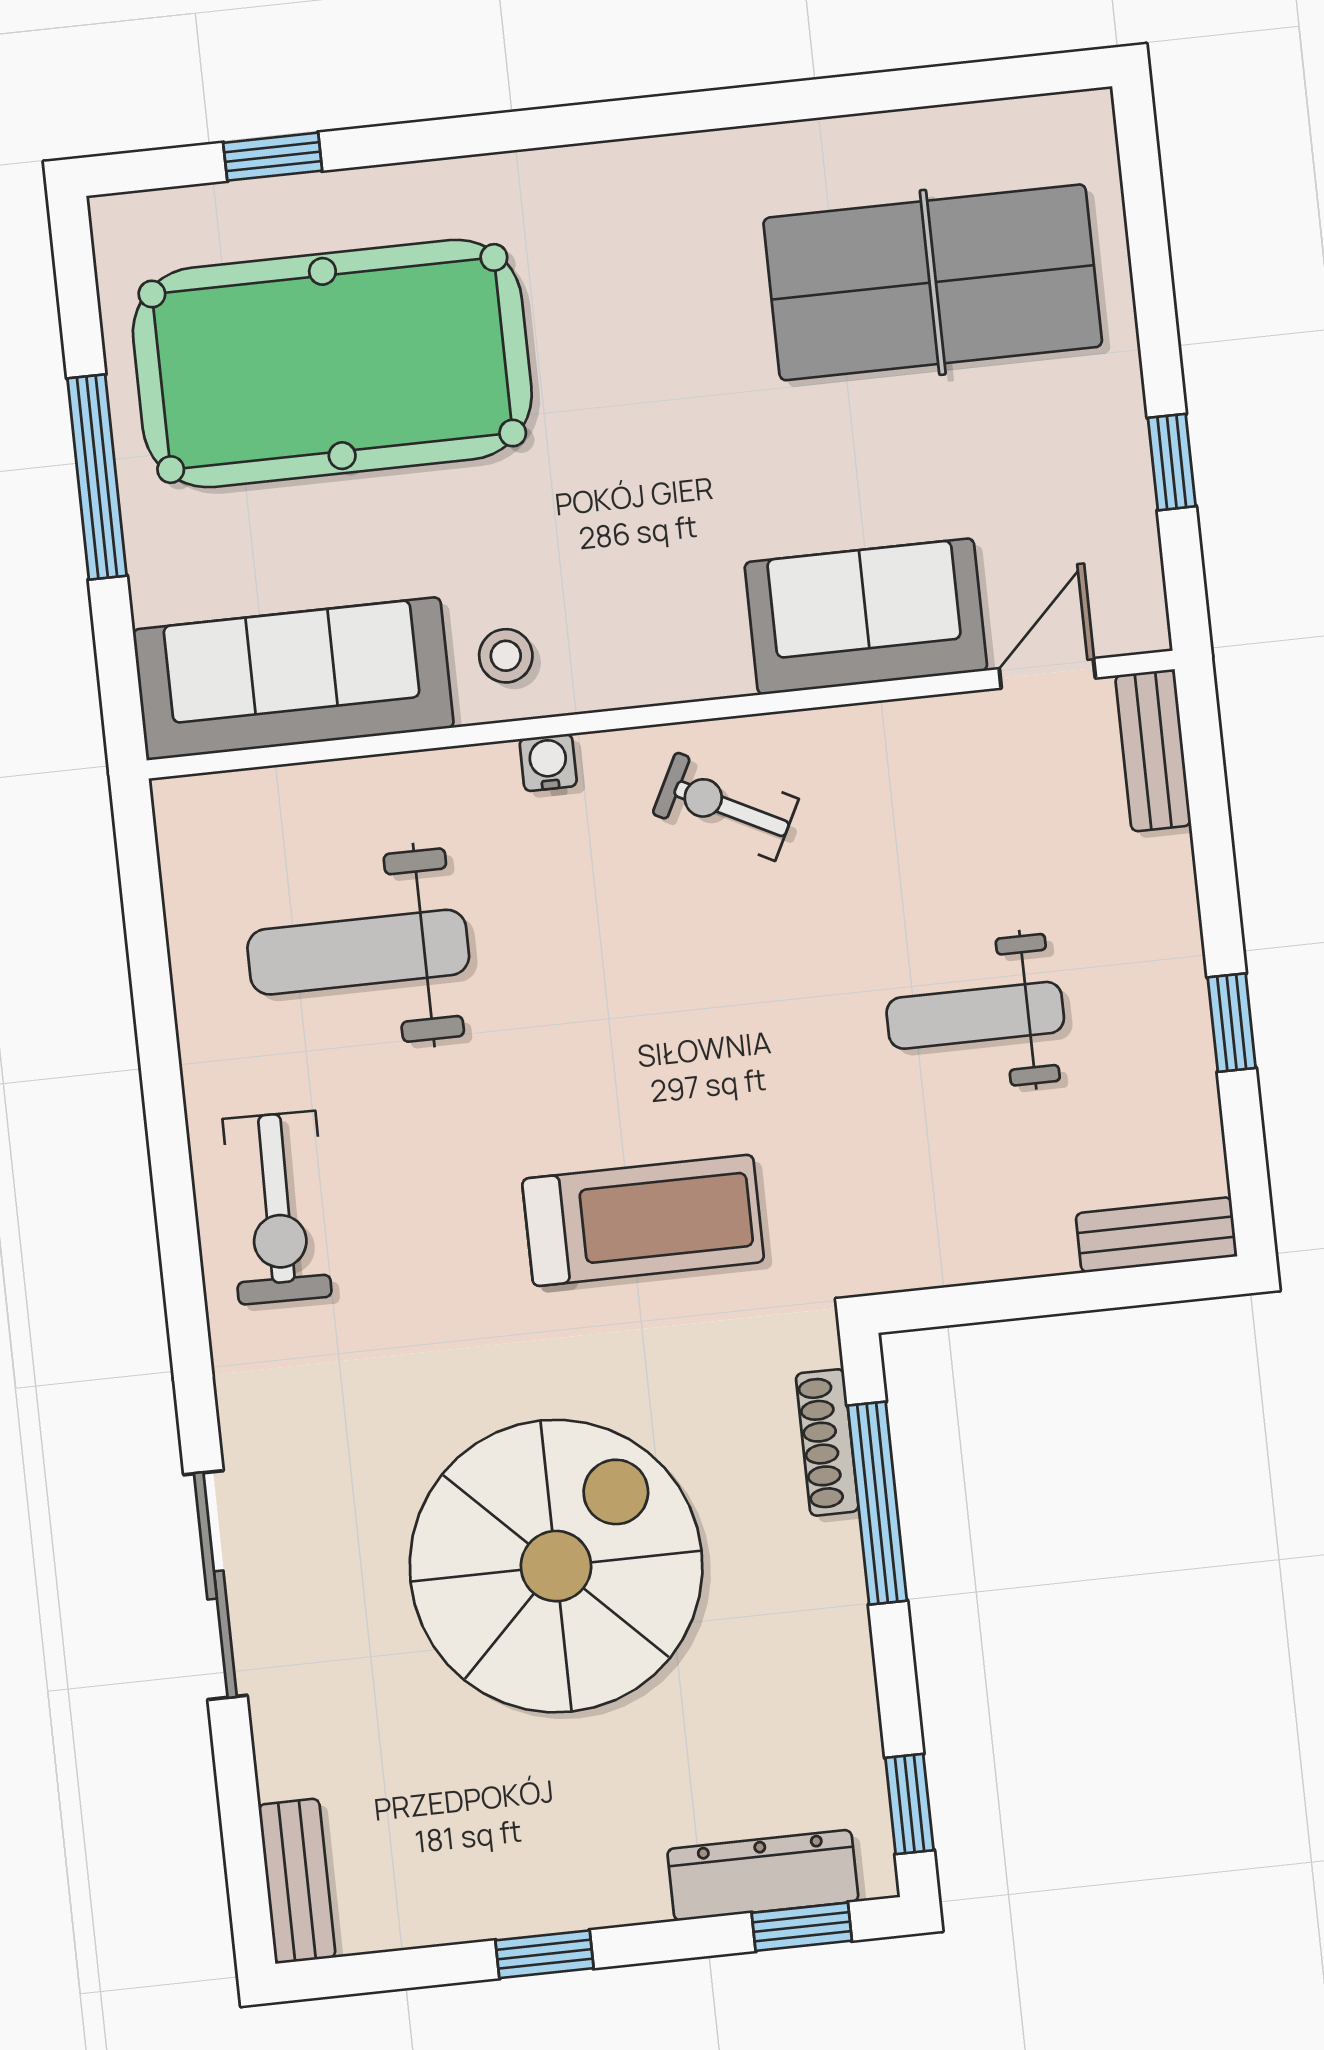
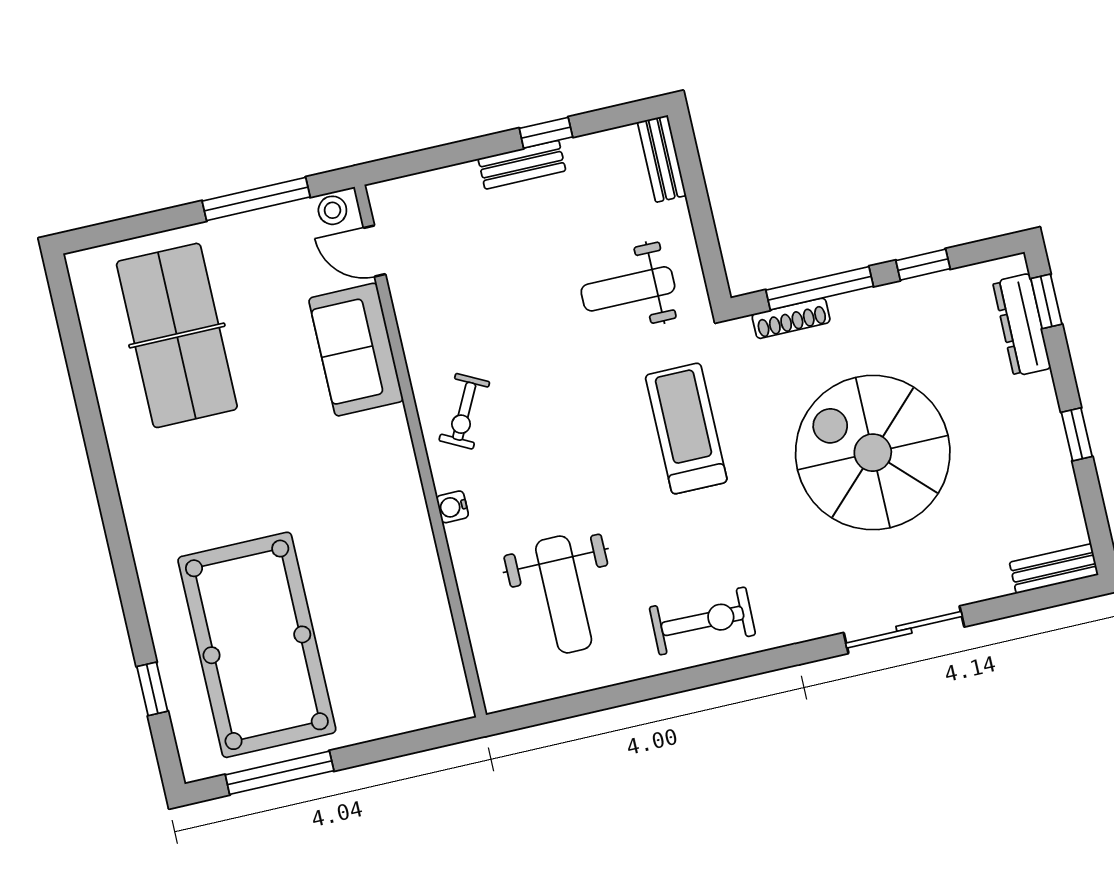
window: (1172, 462) -> (256, 199), width x2.17
window: (97, 477) -> (280, 773), moved
stool: (506, 656) -> (332, 210), moved
sofa: (293, 679) -> (424, 646), removed
bench: (1153, 750) -> (522, 165), moved
weight bench: (975, 1015) -> (628, 289), moved, turned 90
window: (909, 1804) -> (923, 265), moved

